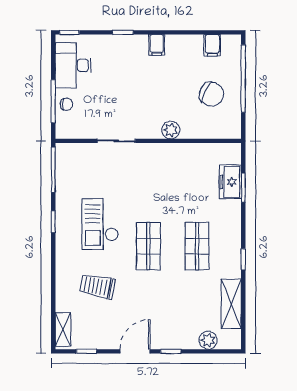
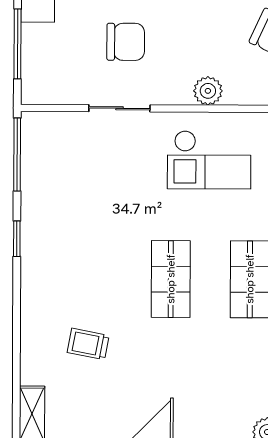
chair: (66, 104) -> (126, 42), moved, width x1.87, depth x1.87
checkout: (100, 224) -> (209, 160), moved, turned -90
trolley: (97, 286) -> (88, 344), width x0.73, depth x0.72

